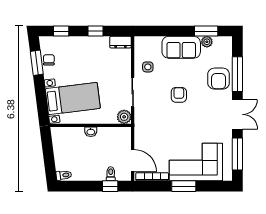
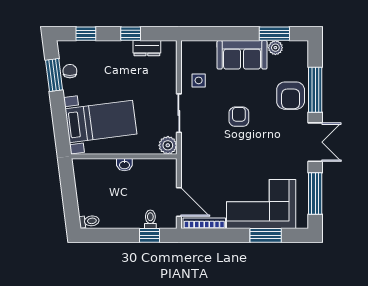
dresser: (121, 42) -> (147, 48), moved
window: (184, 186) -> (266, 235), moved

